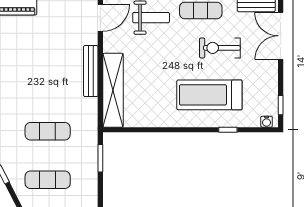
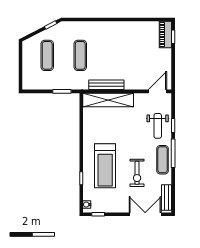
door: (100, 18) -> (158, 91), swing flipped
exercise bike: (220, 48) -> (137, 173), turned 180
bench: (91, 71) -> (106, 85), moved
treadmill: (209, 95) -> (105, 166), turned 180

